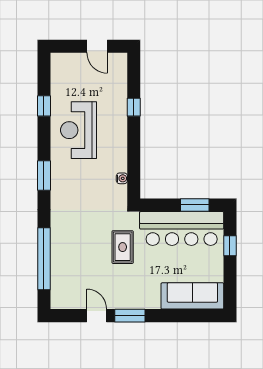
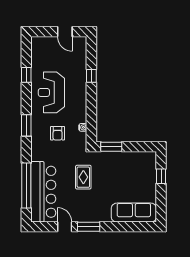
armchair: (87, 187) -> (58, 133), added
window: (195, 205) -> (111, 147), moved
bar counter: (182, 228) -> (43, 192), moved, turned -90

